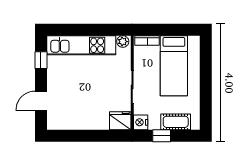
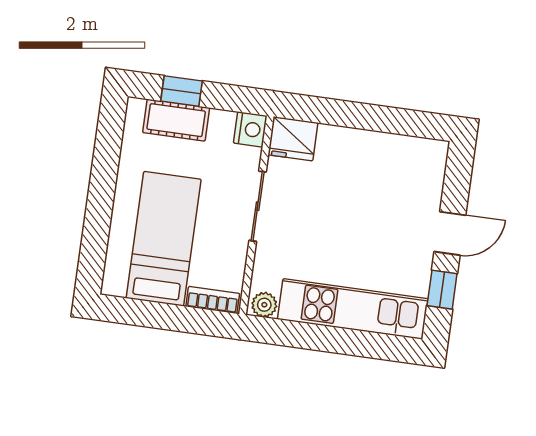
door: (41, 101) -> (450, 233), moved
window: (162, 136) -> (182, 91), moved

